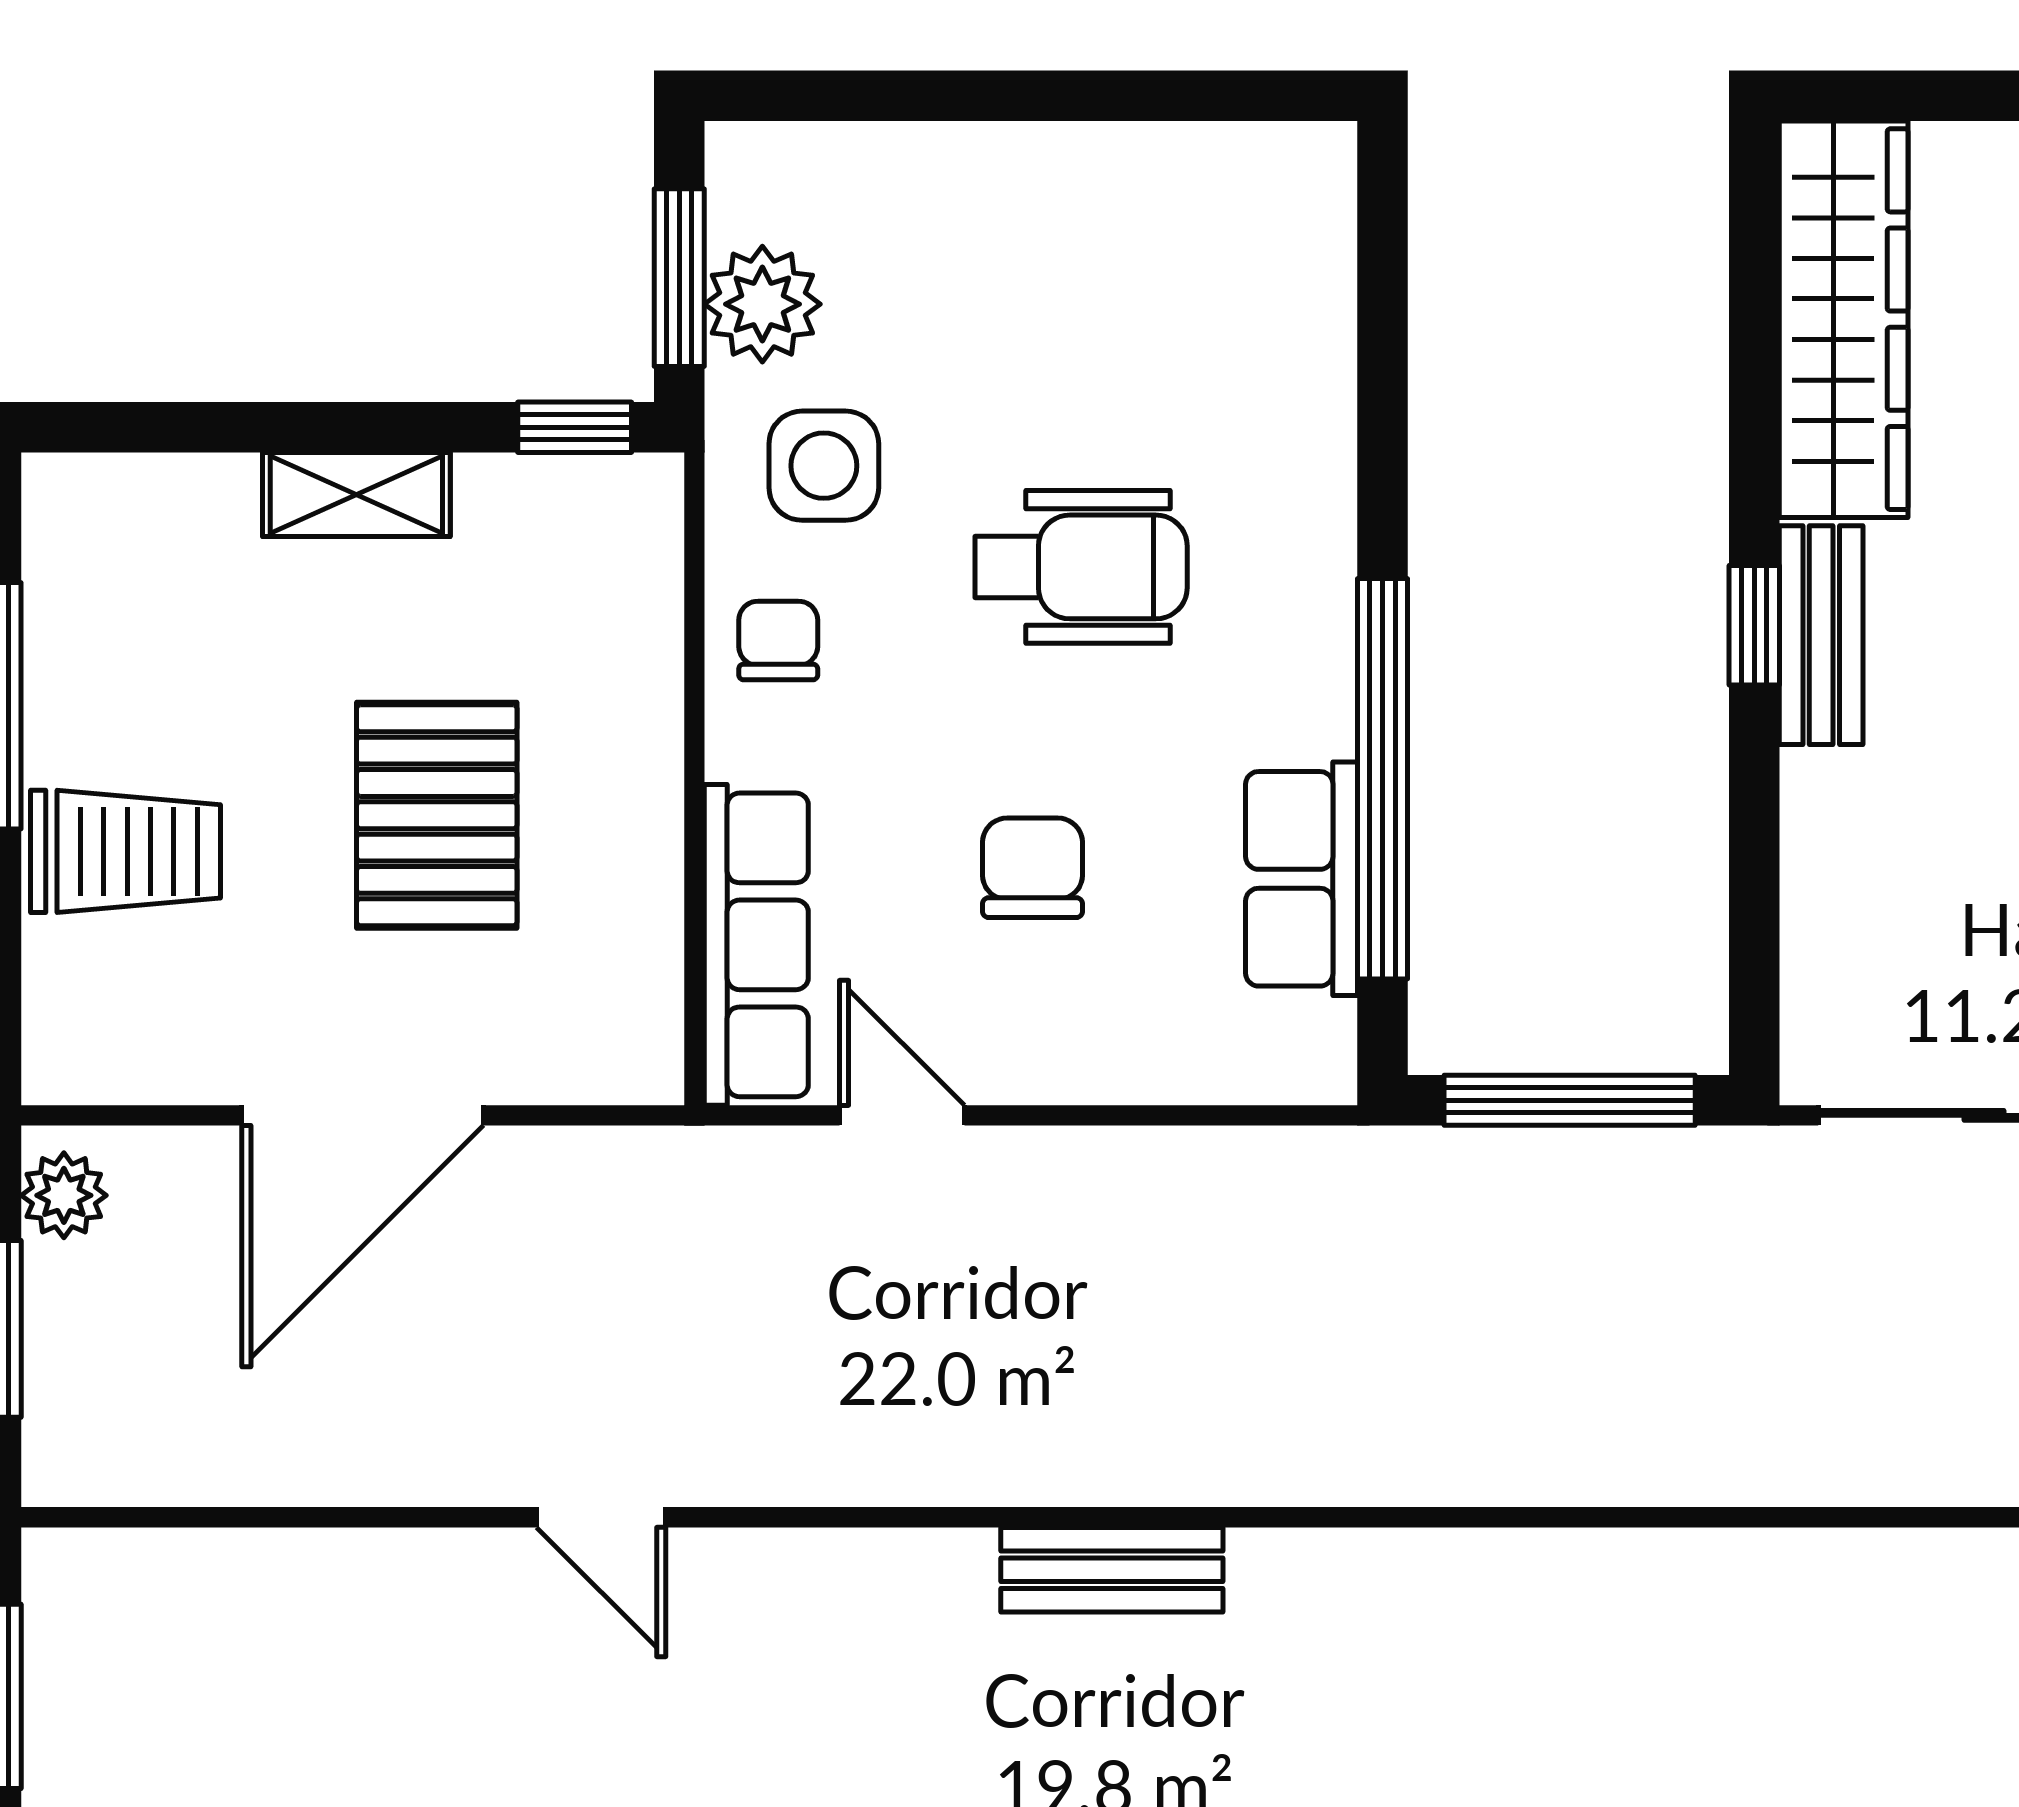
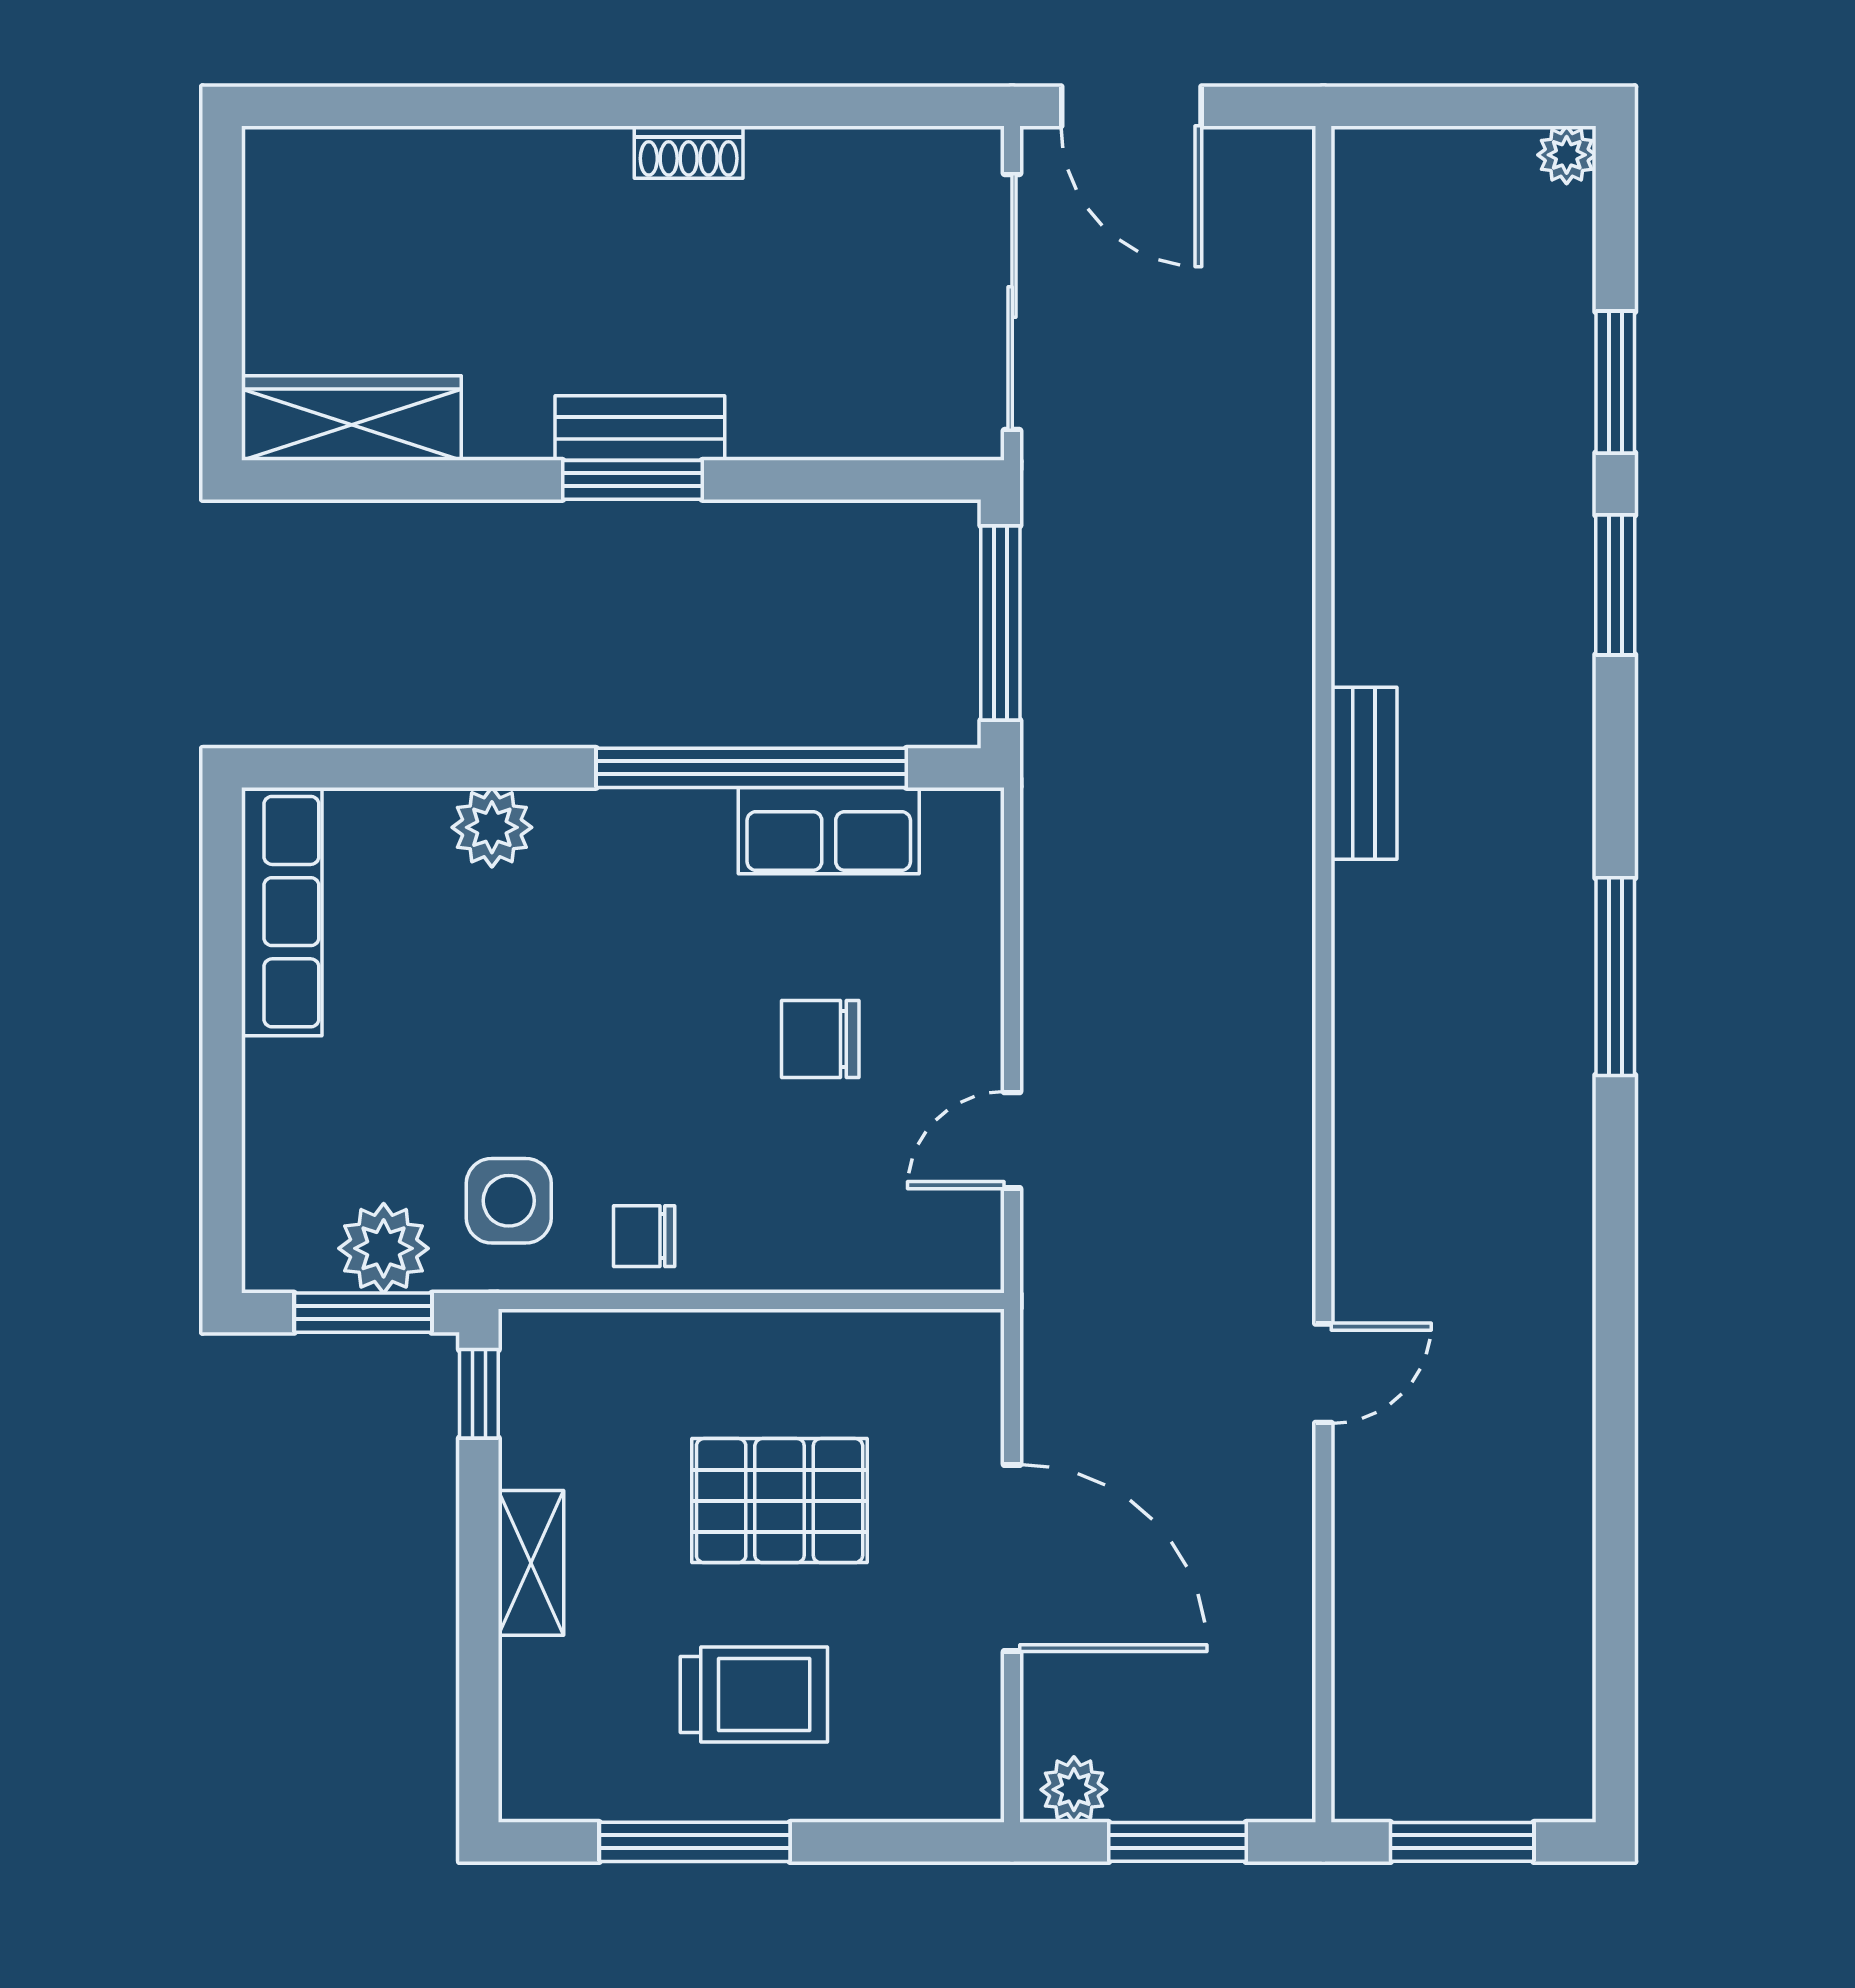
wardrobe: (1844, 319) -> (351, 418), width x0.71, depth x0.85
plant: (1306, 444) -> (492, 827), added
wheelchair: (1081, 567) -> (587, 1001), removed
window: (1754, 625) -> (632, 480), width x1.50
trolley: (125, 851) -> (754, 1695), moved, turned 90
row of seats: (756, 945) -> (282, 912), moved, turned 90
bench: (1112, 1570) -> (1364, 773), moved

